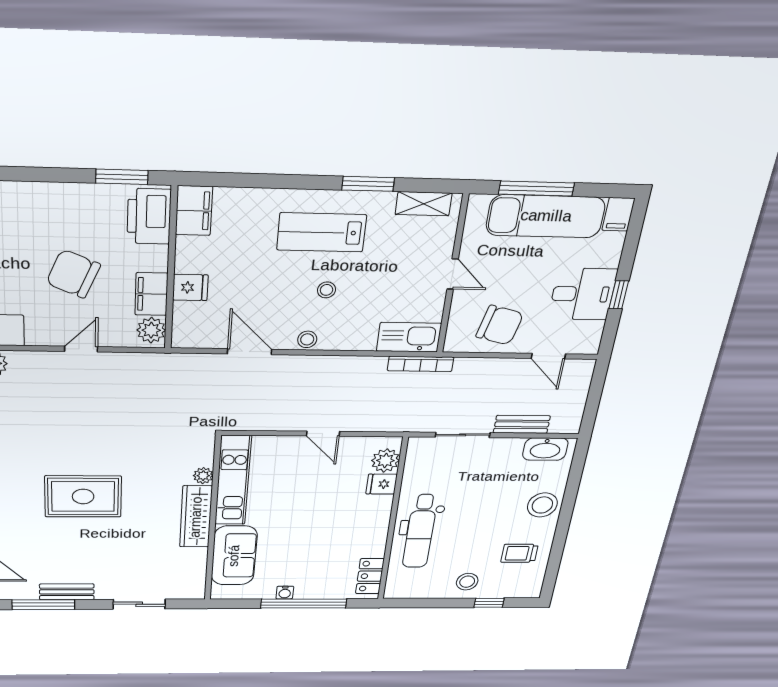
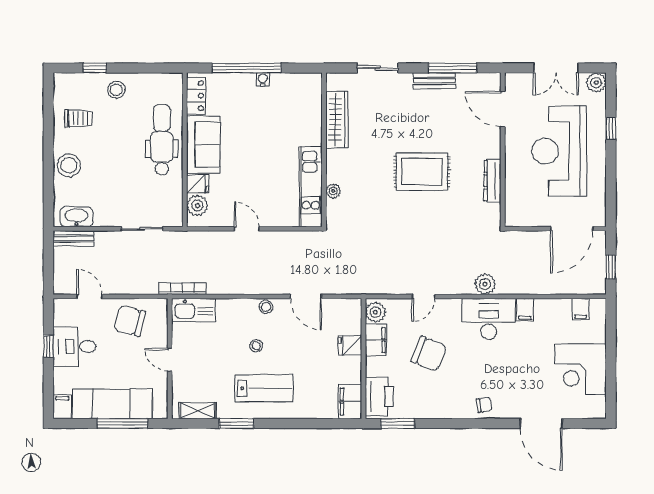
bench: (522, 424) -> (74, 238), moved
wardrobe: (196, 517) -> (337, 120), moved
sofa: (234, 556) -> (203, 145), moved, turned 180

